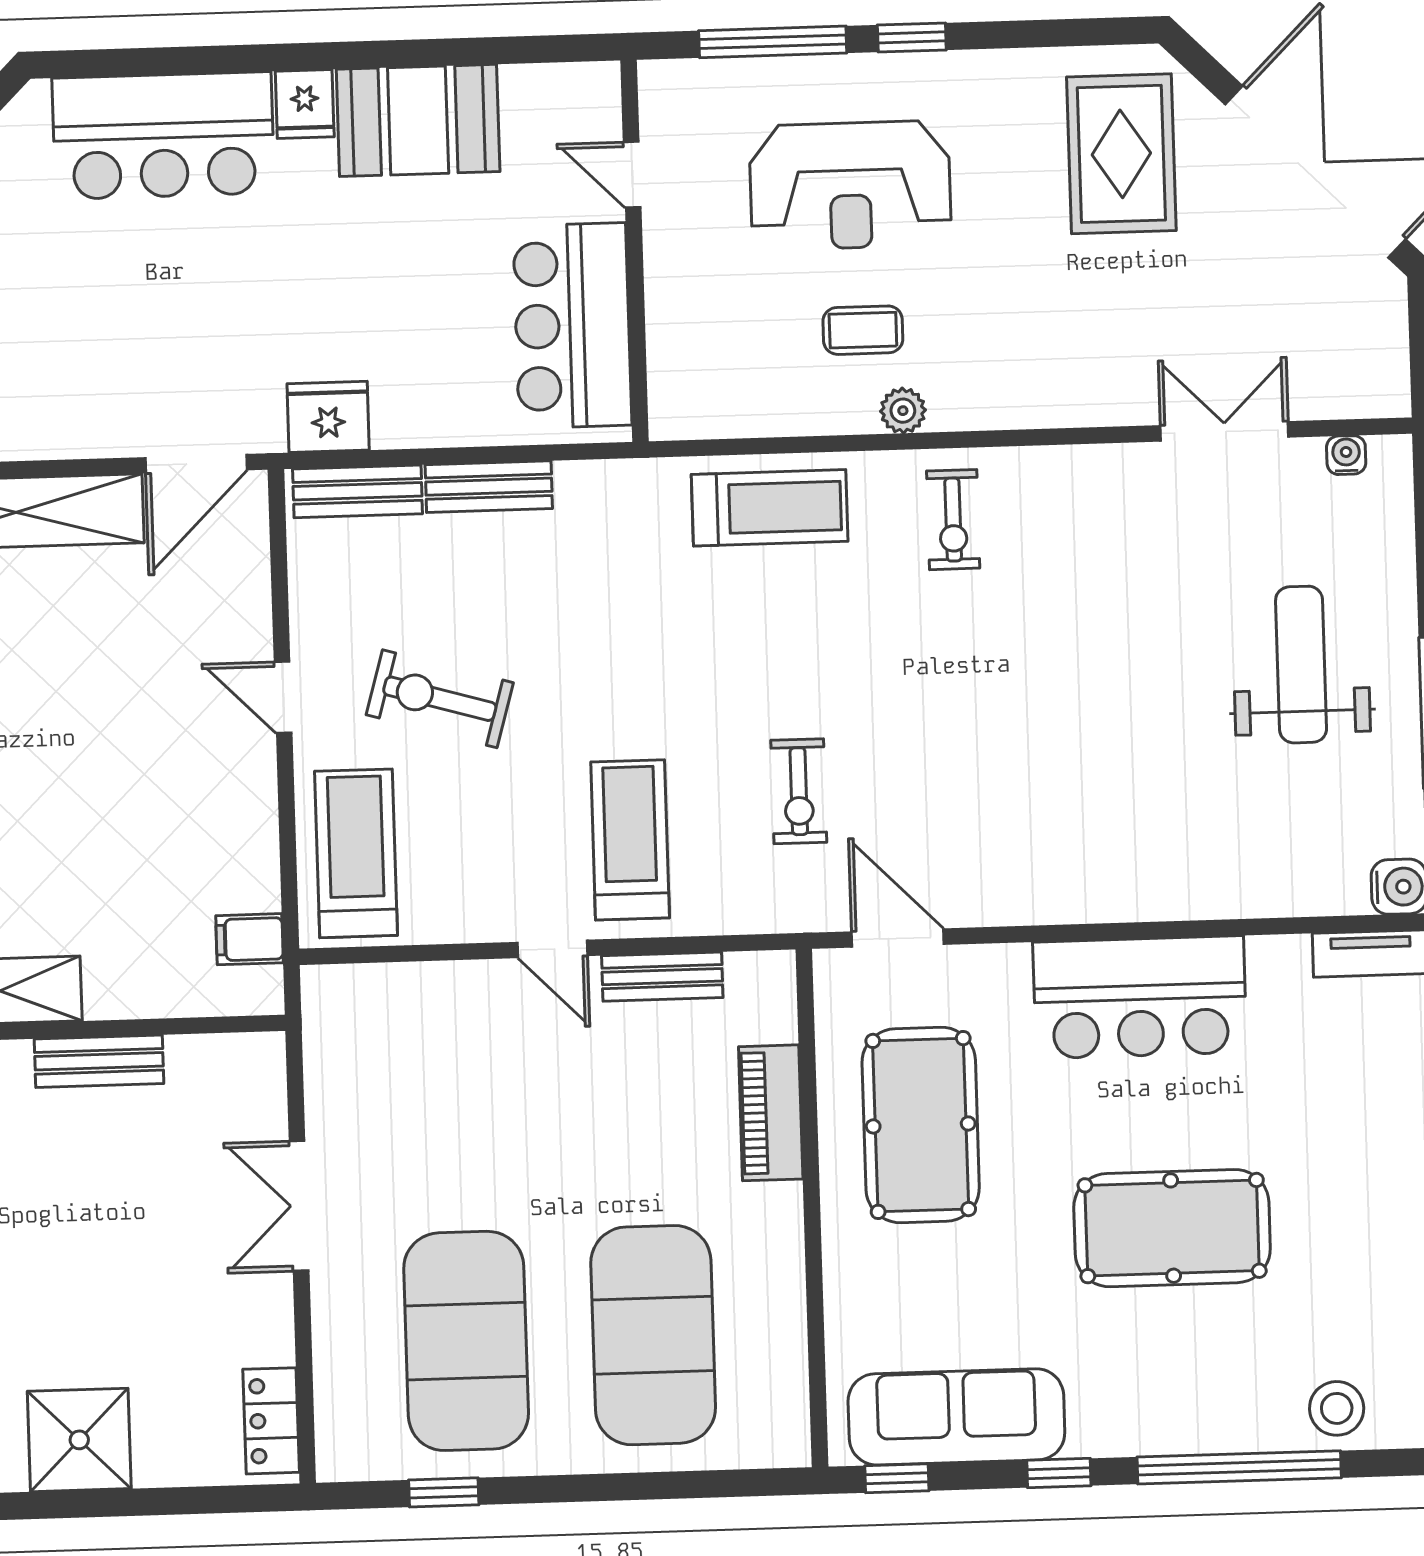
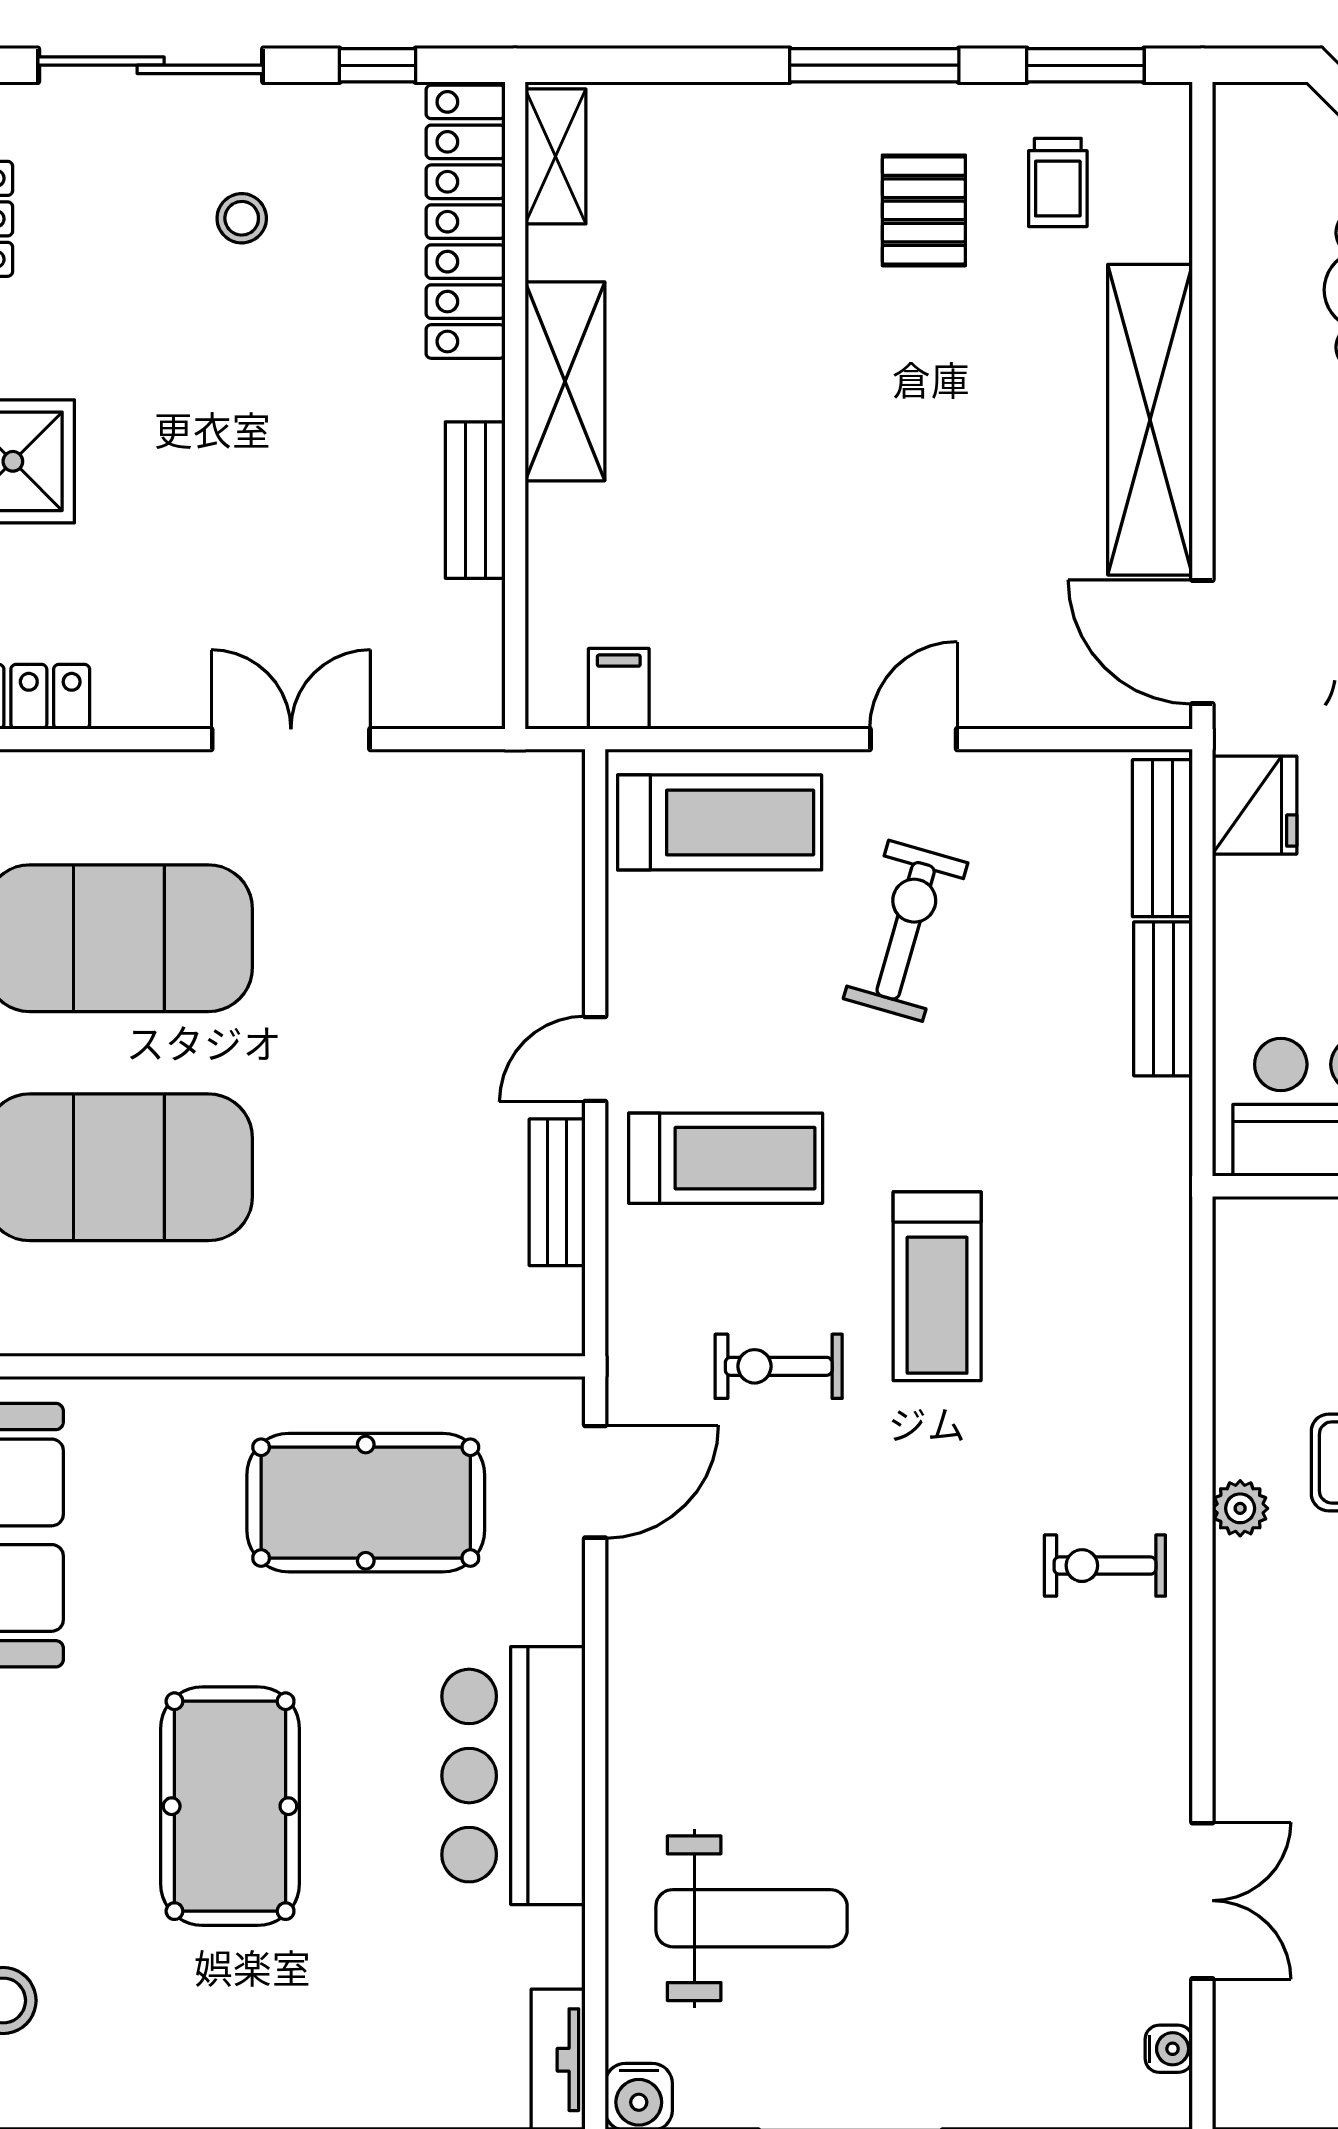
treadmill: (770, 508) -> (937, 1286), moved
weight bench: (1301, 665) -> (752, 1918), moved
piano: (771, 1113) -> (386, 1320), removed

